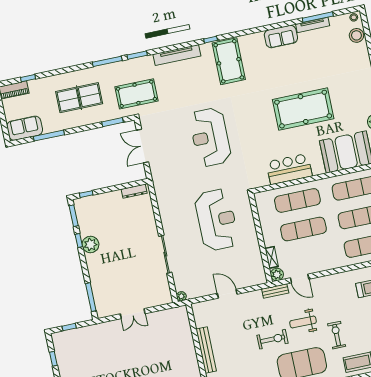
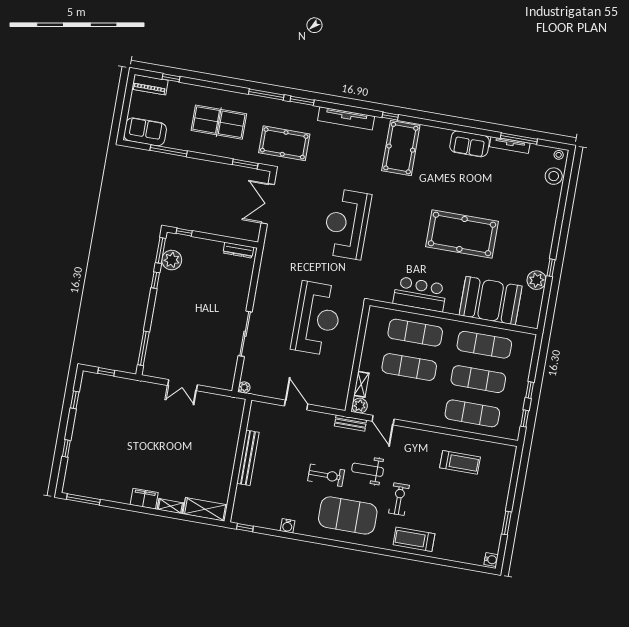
plant: (90, 244) -> (172, 260), moved

